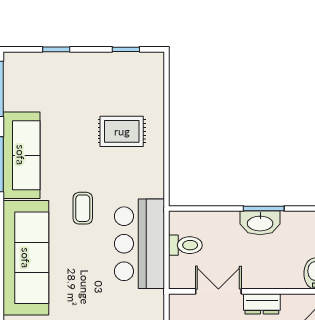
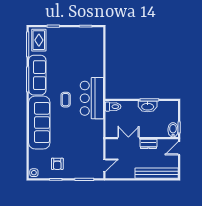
rug: (122, 131) -> (39, 40), moved, turned 90
bar counter: (139, 244) -> (92, 98), moved
toilet: (185, 245) -> (113, 107), moved

